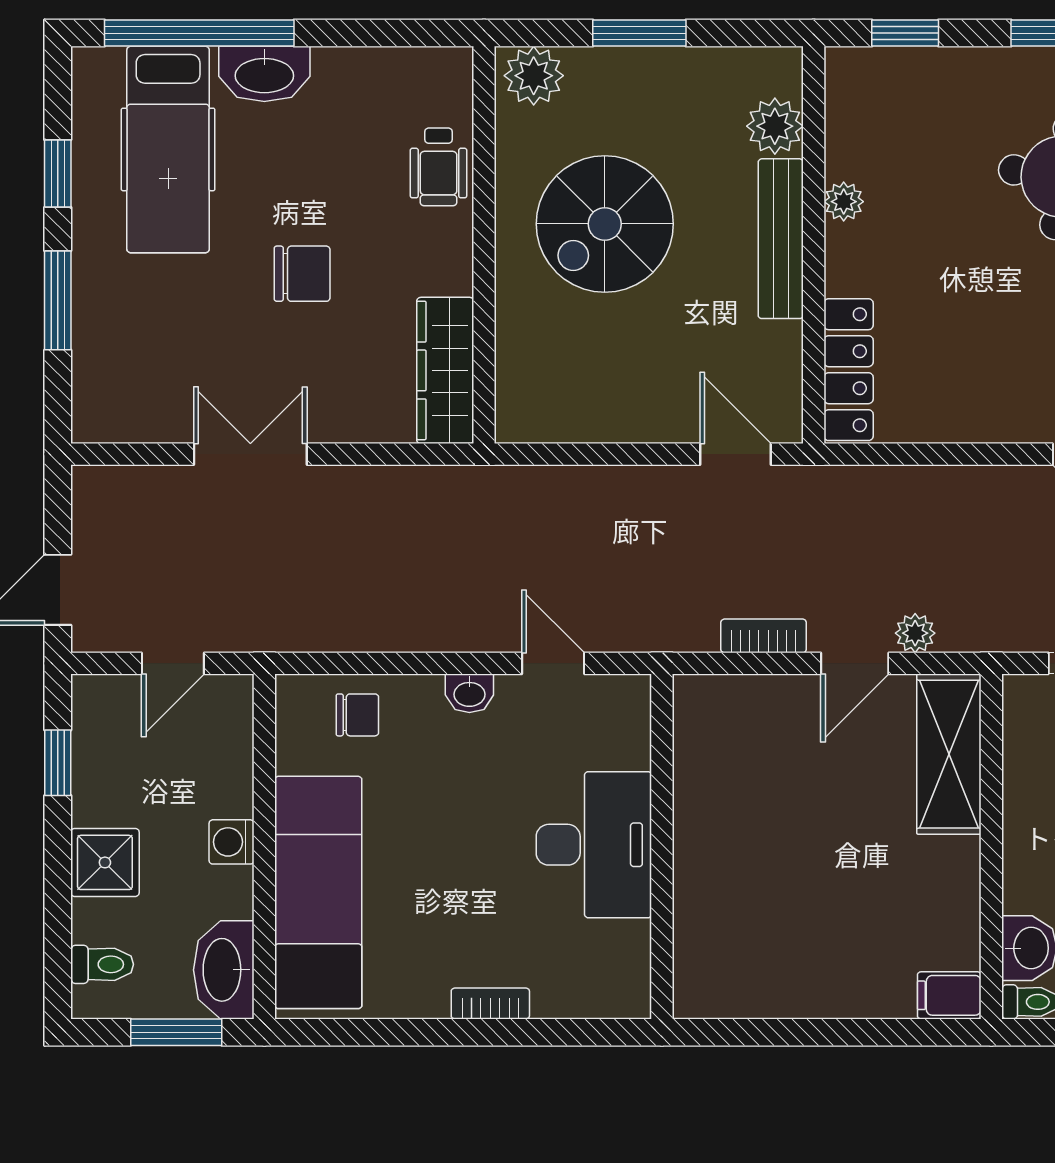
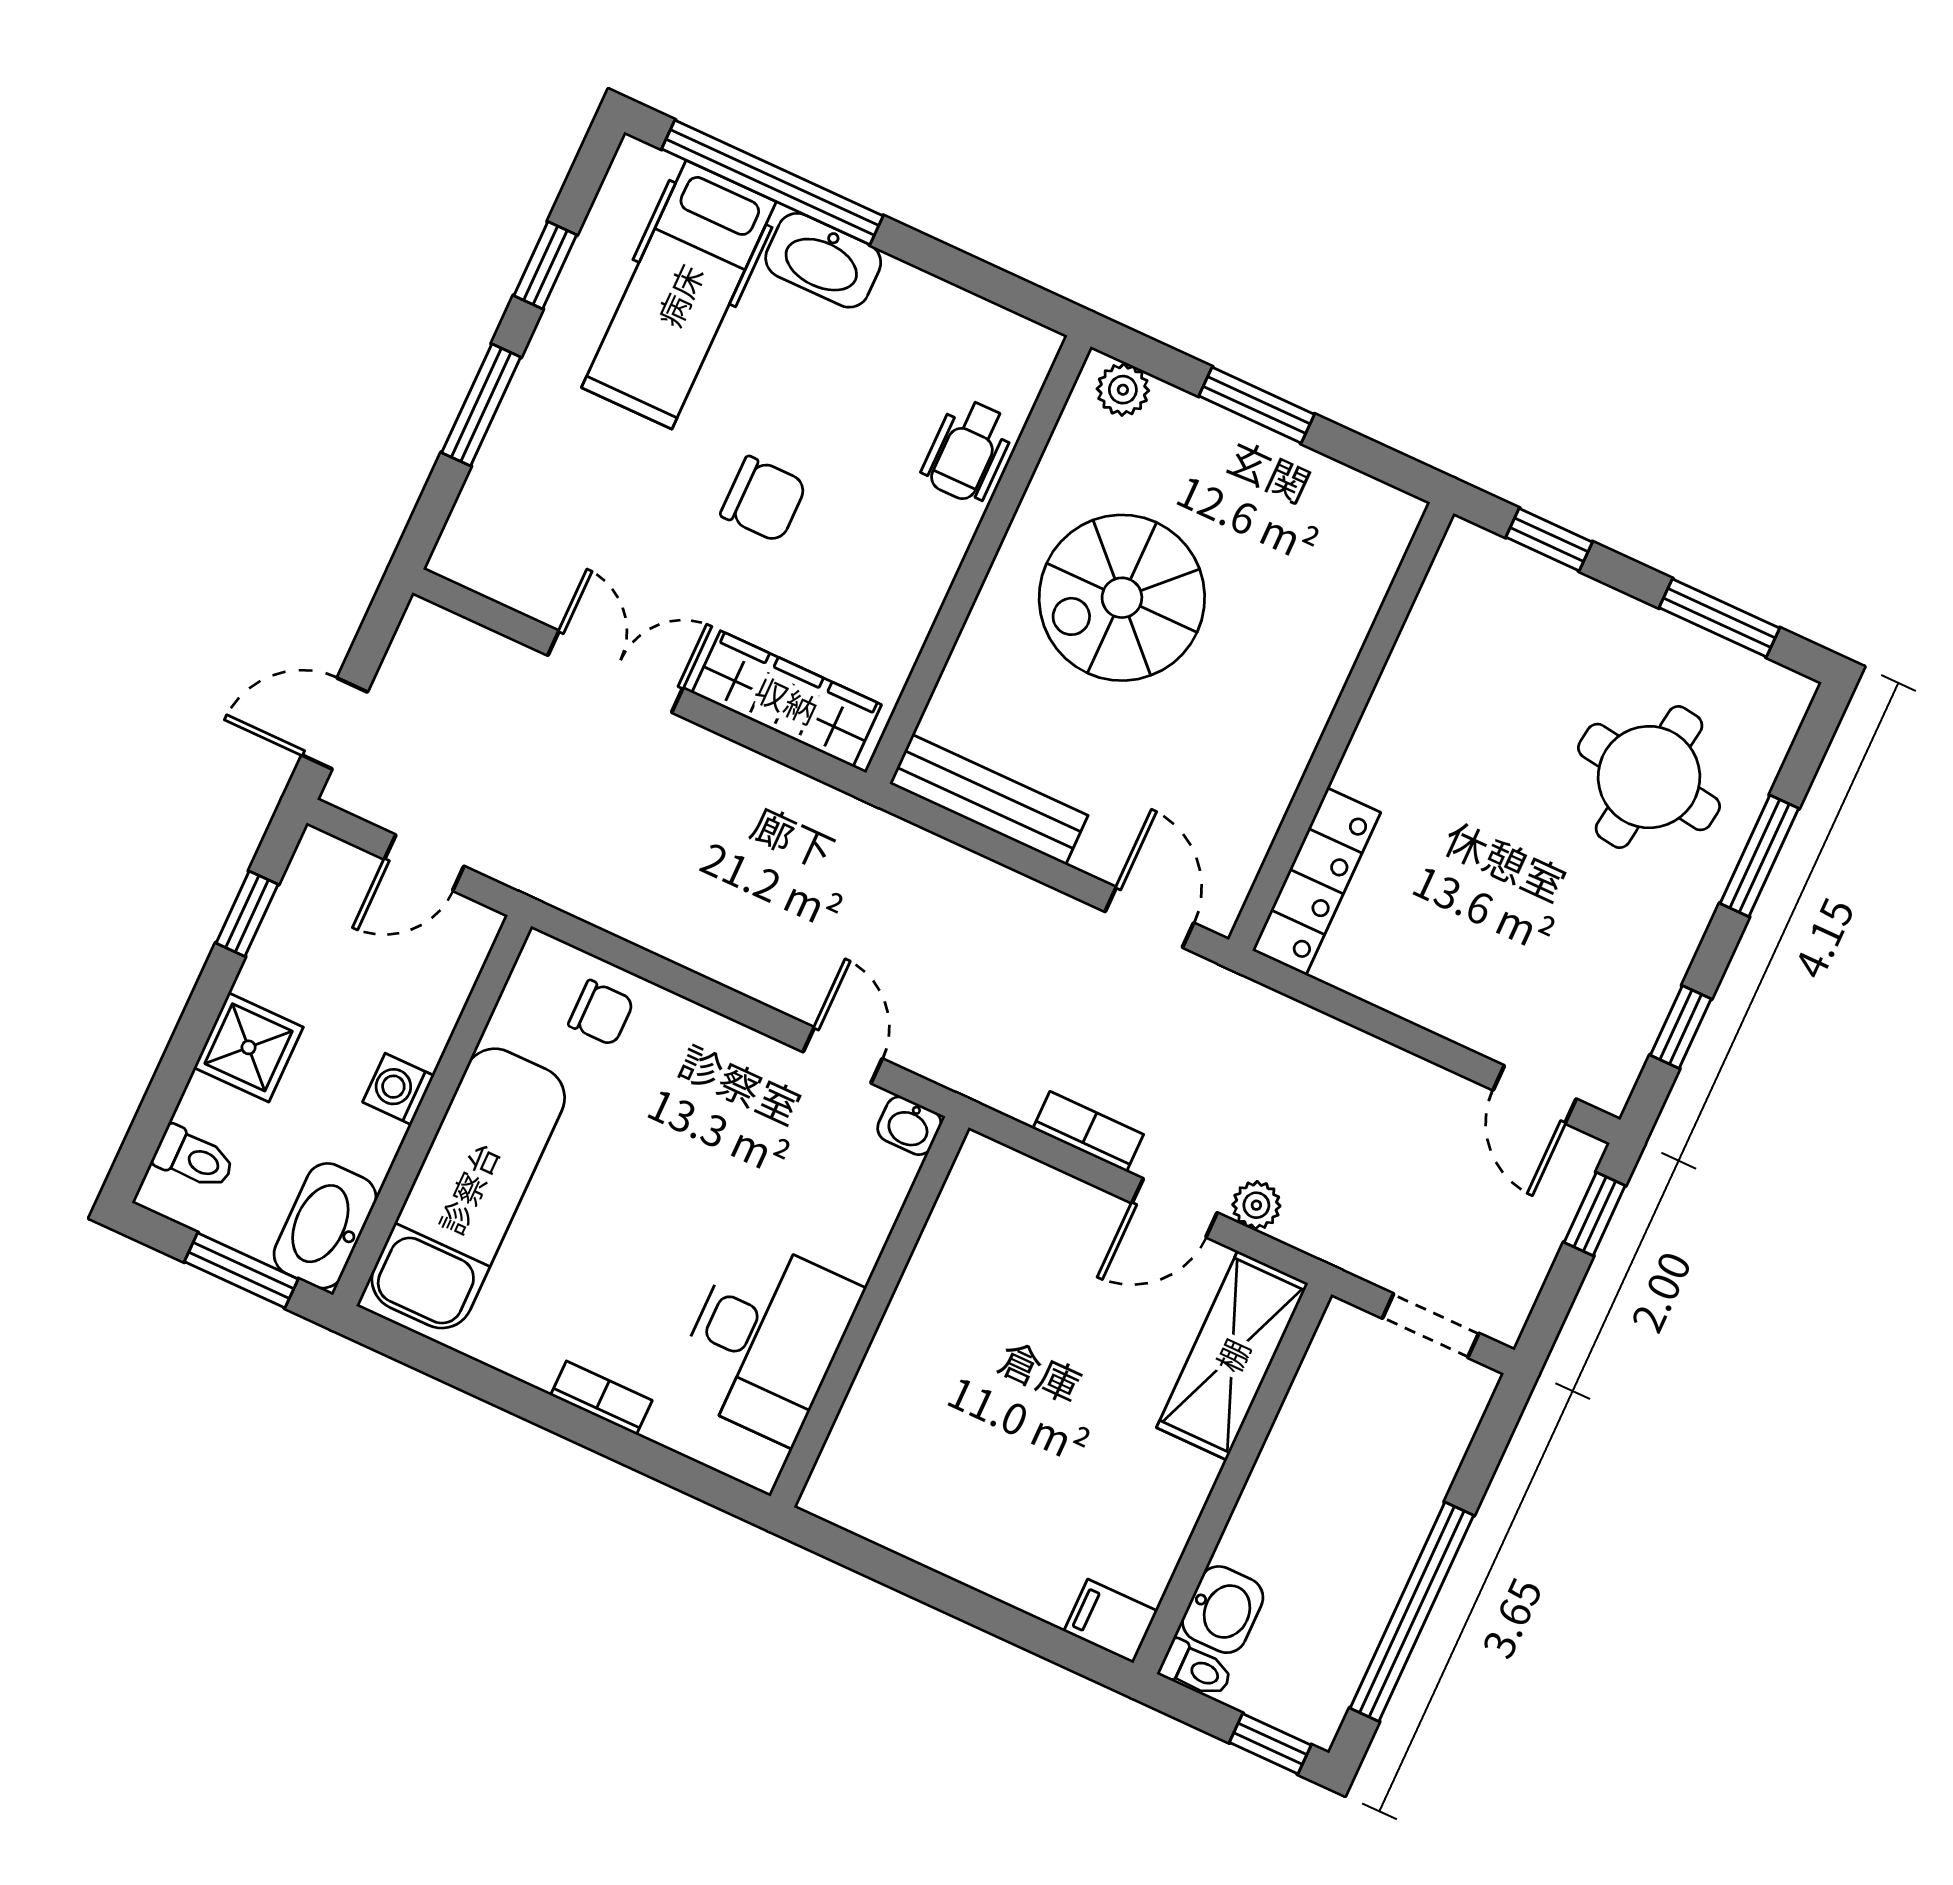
plant: (534, 76) -> (1123, 390), width x0.73, depth x0.73
plant: (775, 126) -> (1359, 576), removed
plant: (844, 202) -> (1396, 694), removed
bench: (781, 239) -> (989, 800), moved, turned 90
wardrobe: (445, 370) -> (787, 699), moved, turned 90
washbasin: (469, 693) -> (909, 1126), moved
desk: (594, 845) -> (766, 1340), moved

